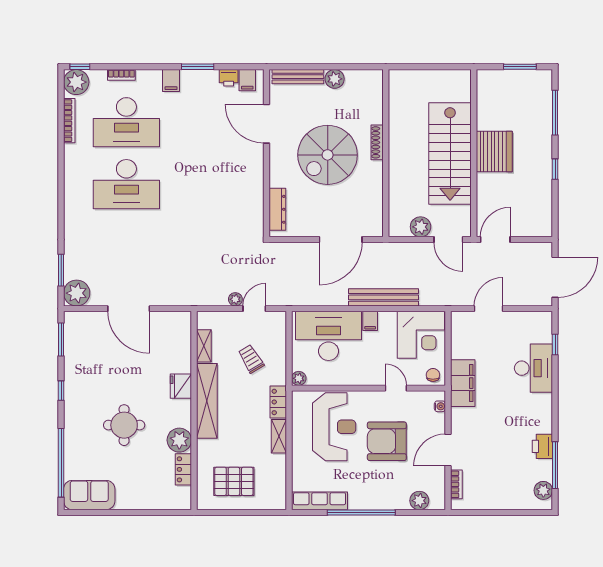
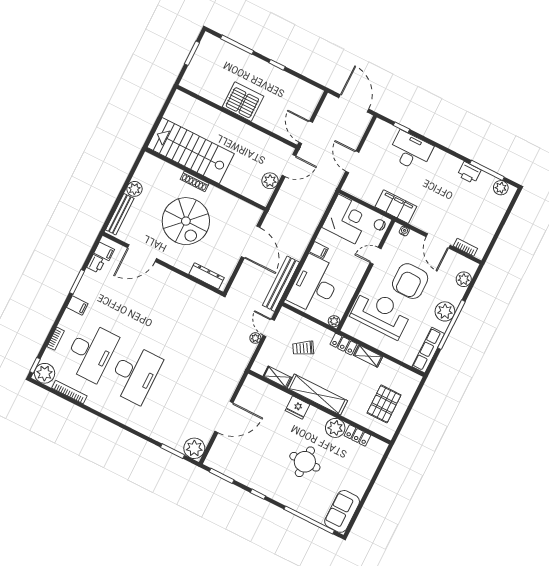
stairs: (450, 153) -> (191, 151), moved, turned 180
bench: (384, 297) -> (281, 284), moved
plant: (372, 498) -> (445, 311), added

